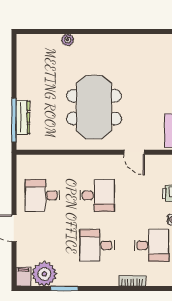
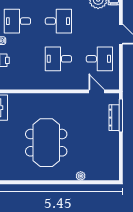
meeting table: (94, 107) -> (46, 143), moved
door: (134, 152) -> (97, 91), moved

